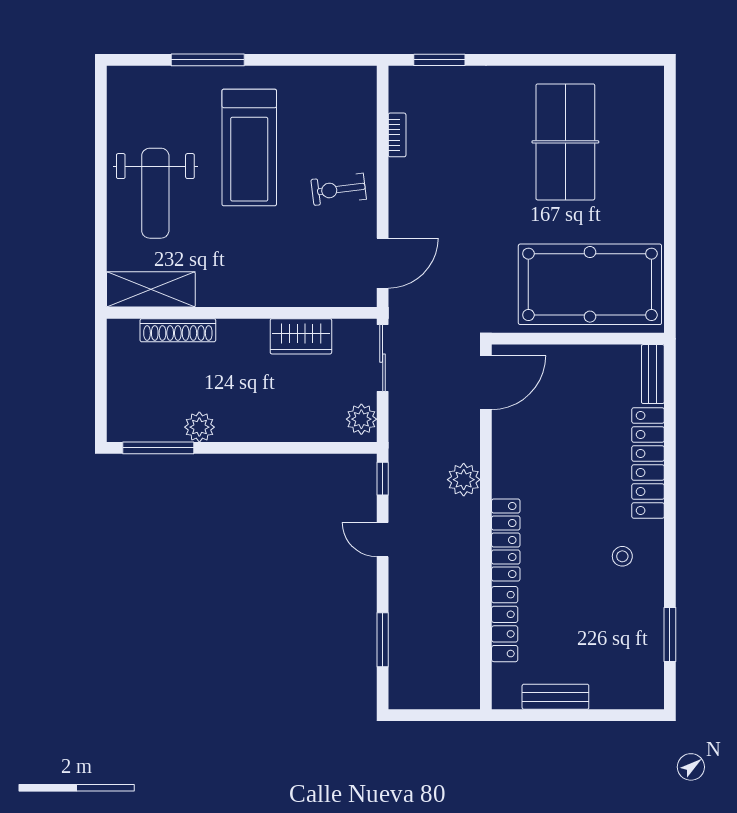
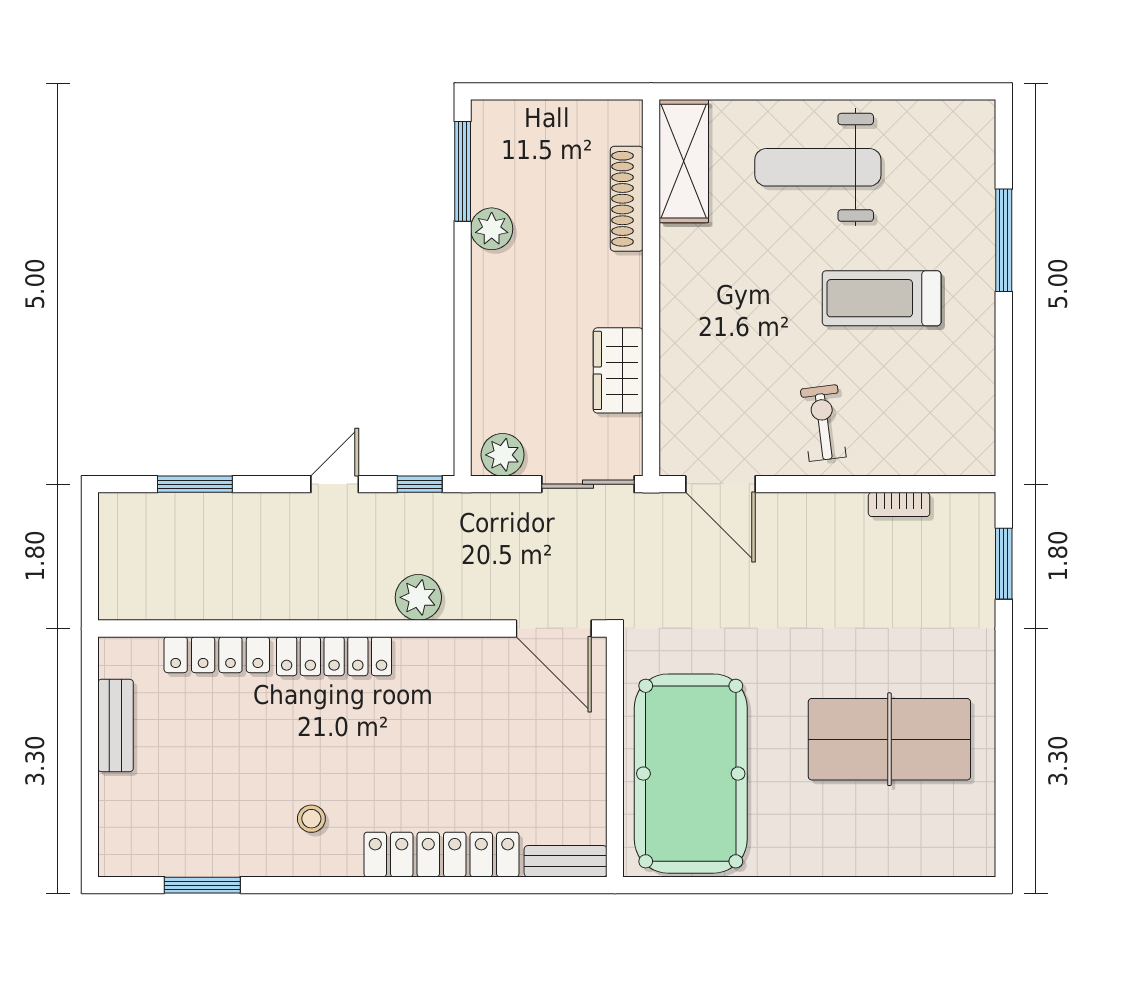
treadmill: (249, 148) -> (882, 298), width x0.73, depth x0.73

